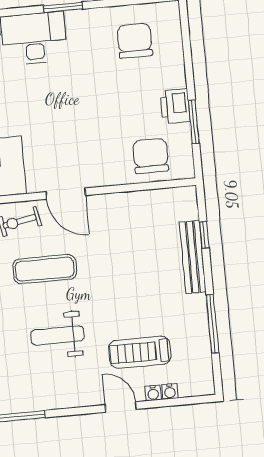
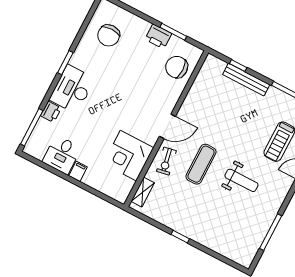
chair: (135, 41) -> (109, 35), turned -90
weight bench: (58, 335) -> (241, 180), turned -90

